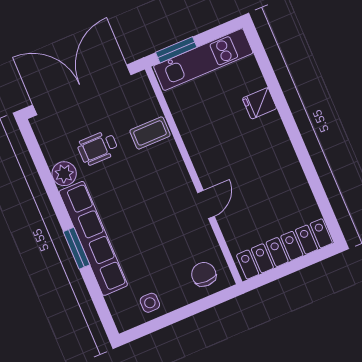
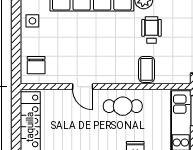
cafe table: (209, 143) -> (123, 106), added
chair: (204, 274) -> (36, 65), turned 90

